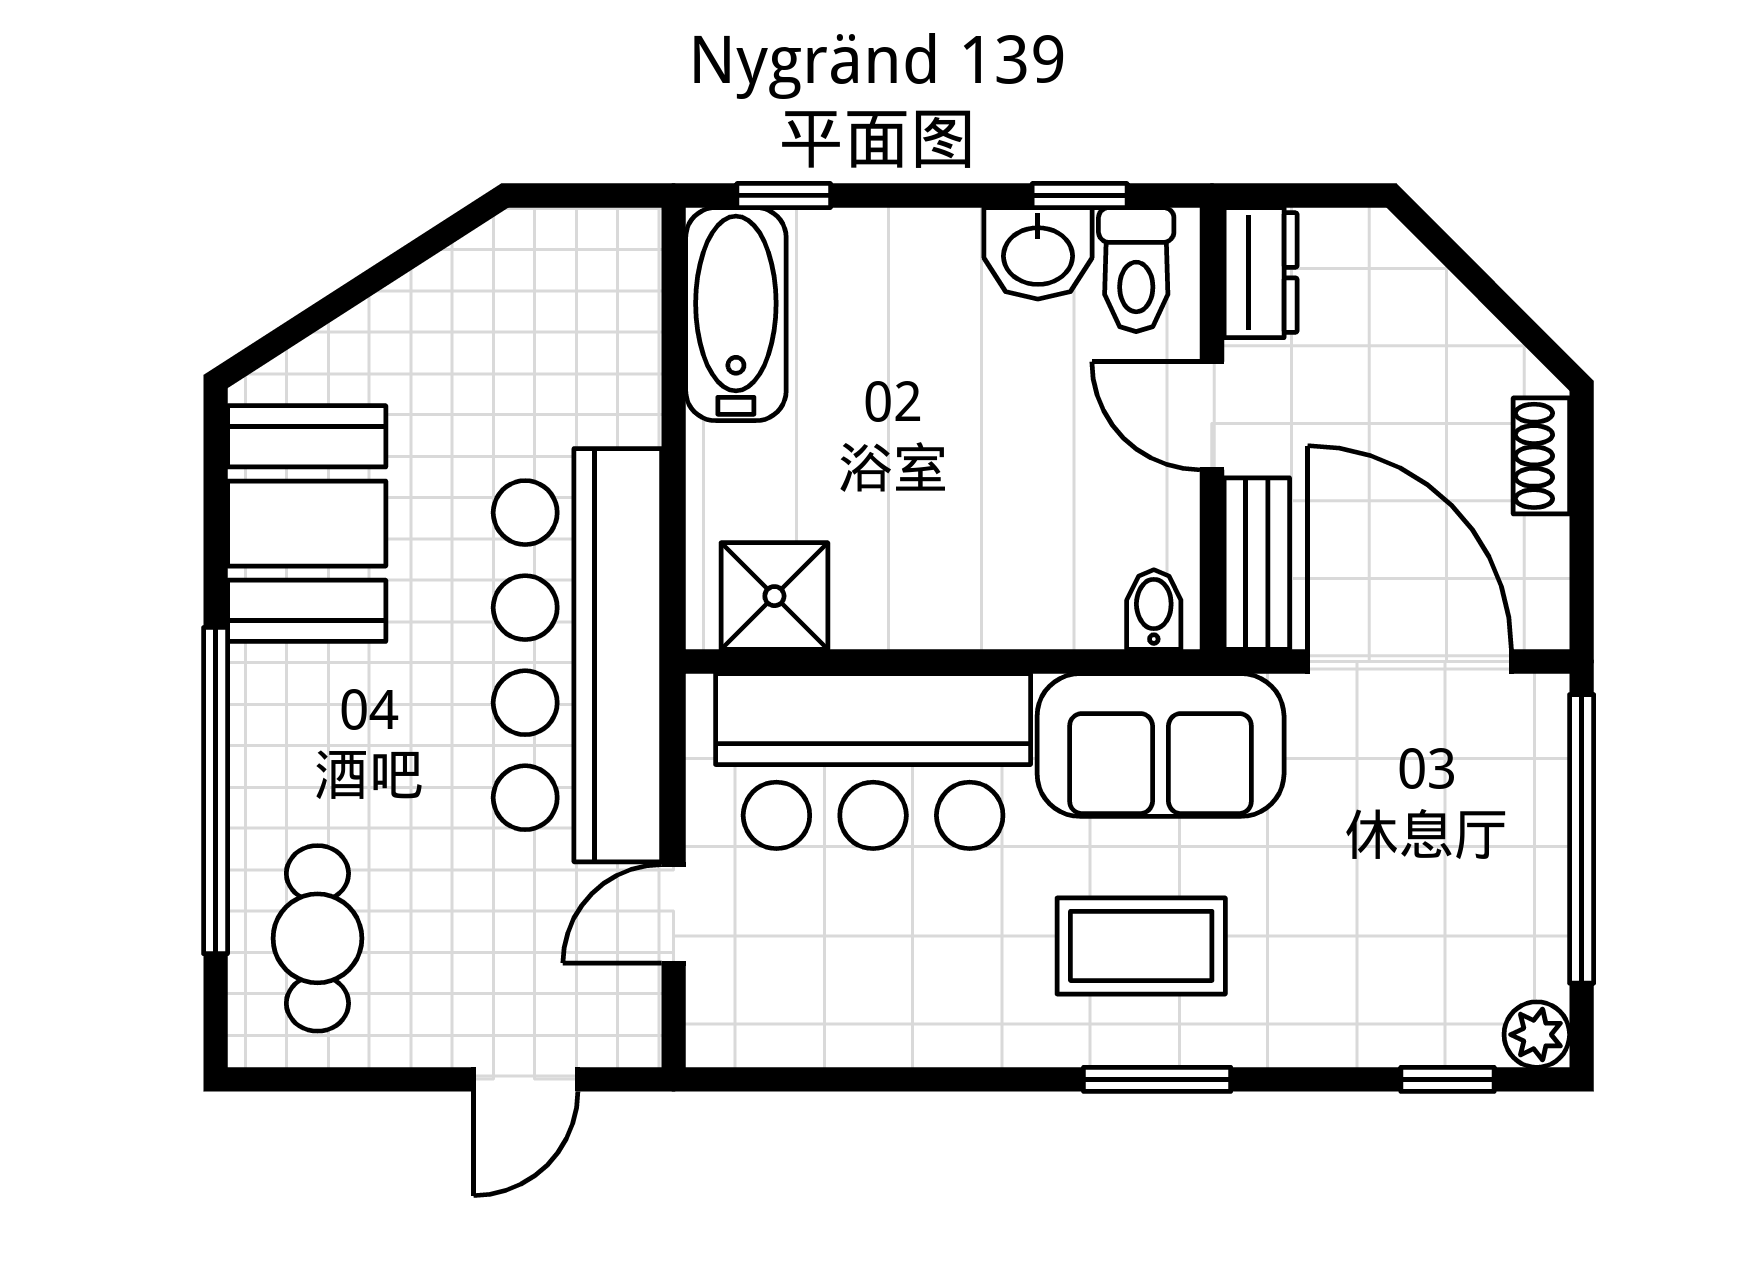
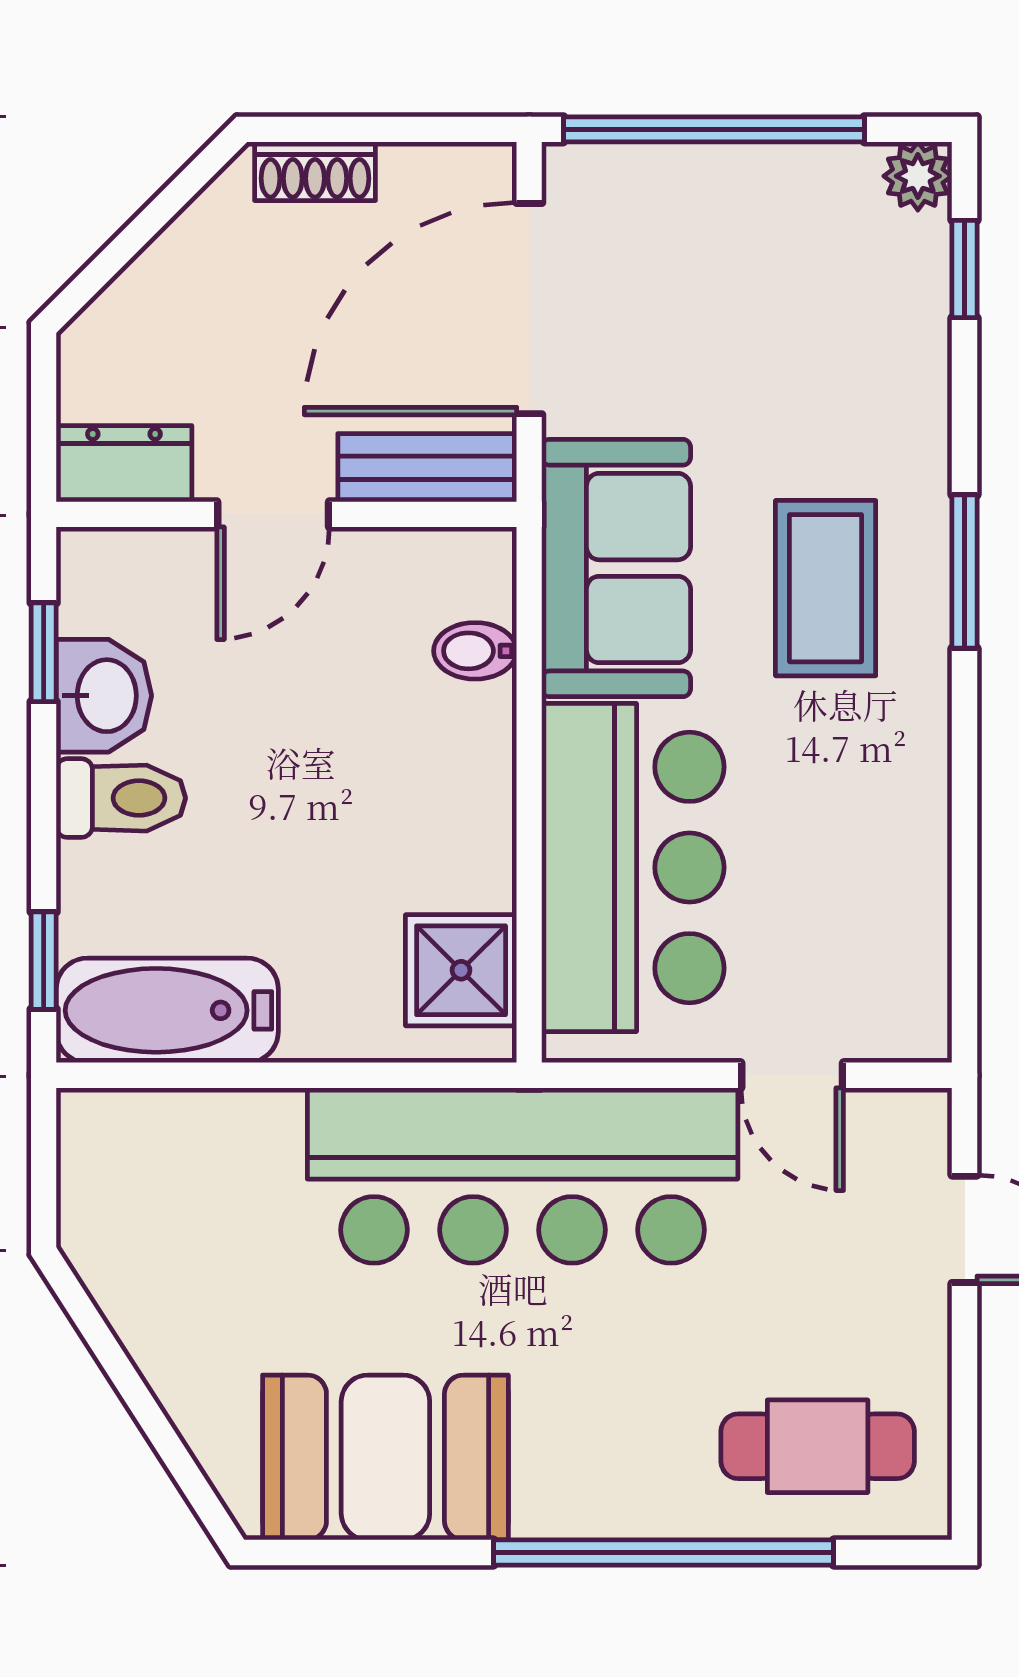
toilet: (1136, 270) -> (121, 798), moved
bidet: (1154, 610) -> (475, 651), moved

